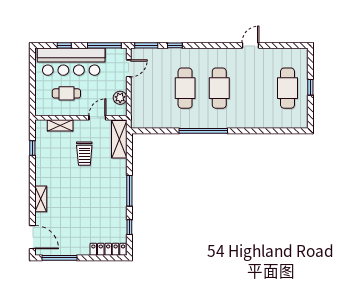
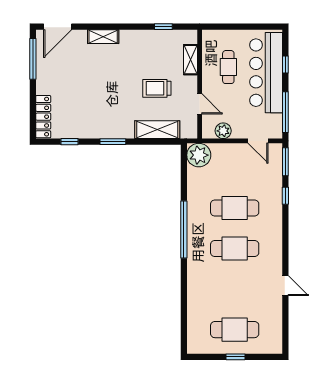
plant: (141, 118) -> (199, 155), added
shelving: (119, 139) -> (157, 130), moved
window: (129, 191) -> (113, 142), width x0.69

